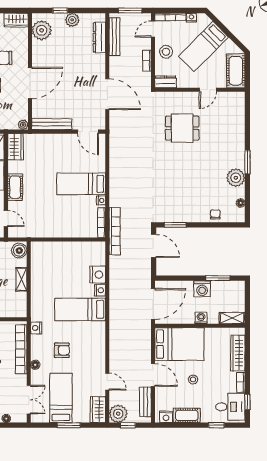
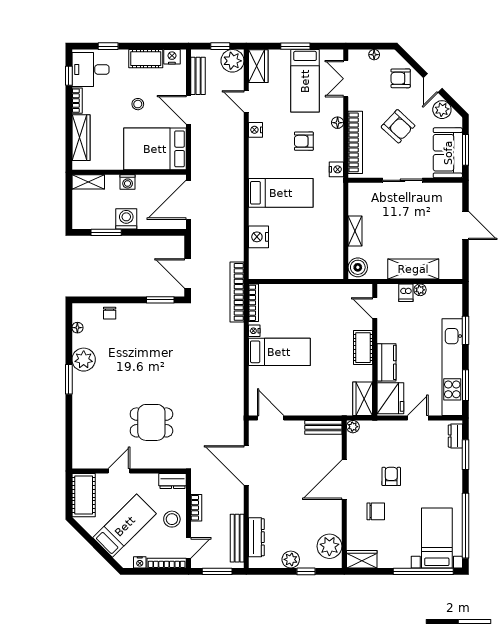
bench: (52, 124) -> (323, 427), width x0.73
nightstand: (100, 290) -> (256, 130), moved

